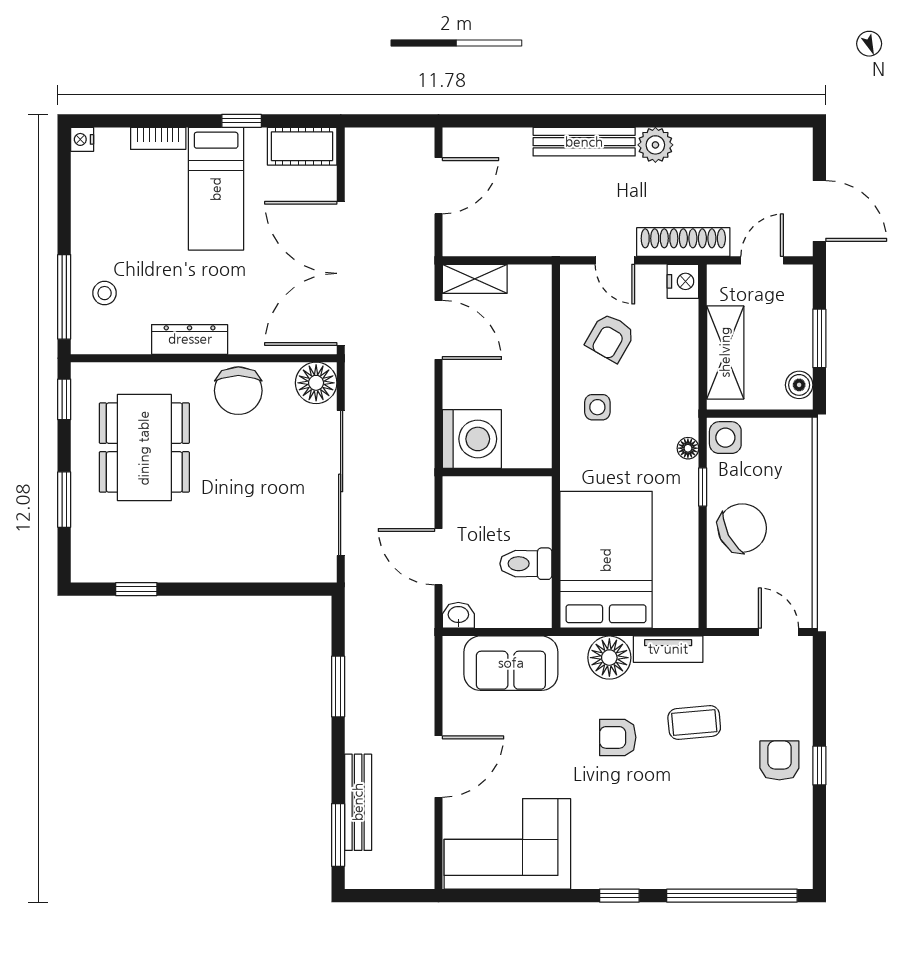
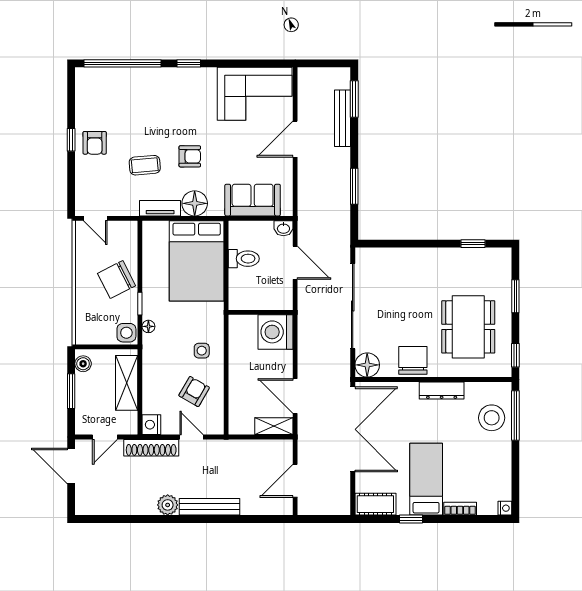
stool: (105, 293) -> (492, 418), width x1.89, depth x1.89

